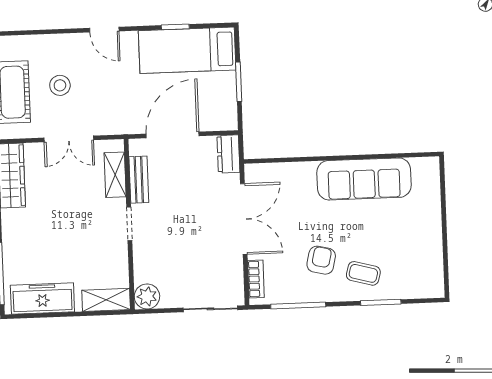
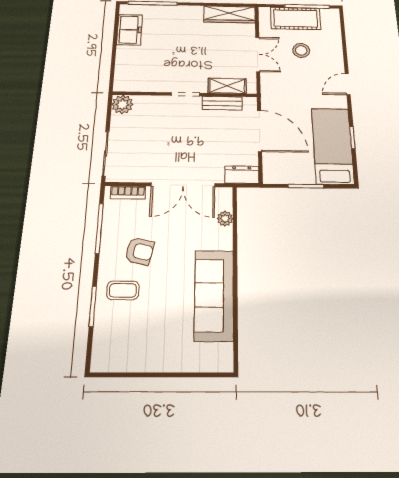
double door: (69, 139) -> (258, 54), swing flipped
plant: (281, 171) -> (225, 219), added
coffee table: (363, 273) -> (123, 290), turned 75
freezer: (42, 298) -> (130, 30), width x0.71
shelving: (106, 300) -> (123, 74), removed

